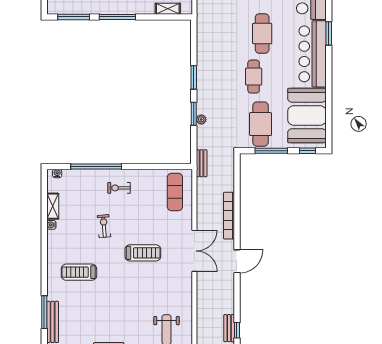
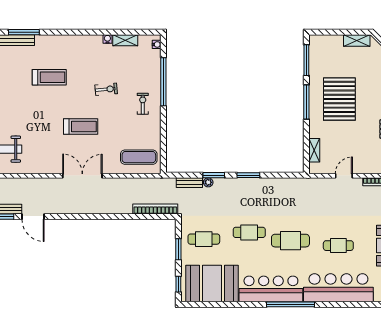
window: (329, 33) -> (290, 304), width x2.11
cafe table: (261, 124) -> (204, 239), width x0.73, depth x0.74
window: (271, 151) -> (178, 249), width x0.69
bench: (202, 163) -> (189, 183), moved
bookcase: (229, 216) -> (155, 209), moved
double door: (194, 251) -> (82, 176), swing flipped
treadmill: (143, 253) -> (81, 126), turned -90
door: (237, 261) -> (33, 217), moved
treadmill: (79, 272) -> (49, 77), moved, turned 90

